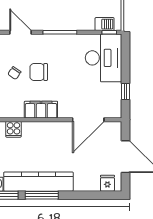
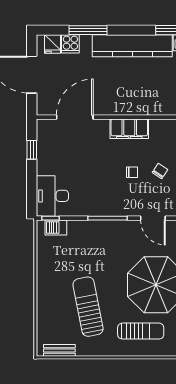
desk: (104, 58) -> (52, 196), width x0.73, depth x0.77
chair: (39, 72) -> (132, 172), width x0.54, depth x0.54
cooker: (14, 129) -> (70, 44), moved, turned 180
window: (42, 195) -> (88, 30), moved

